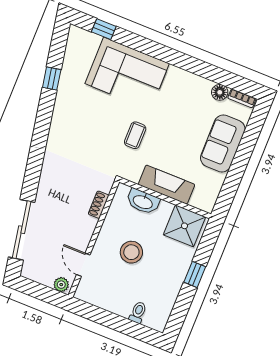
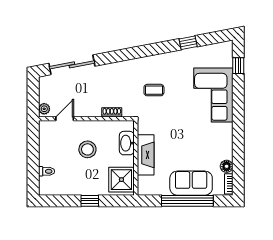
coffee table: (135, 135) -> (154, 90), moved
window: (242, 156) -> (187, 201), added

